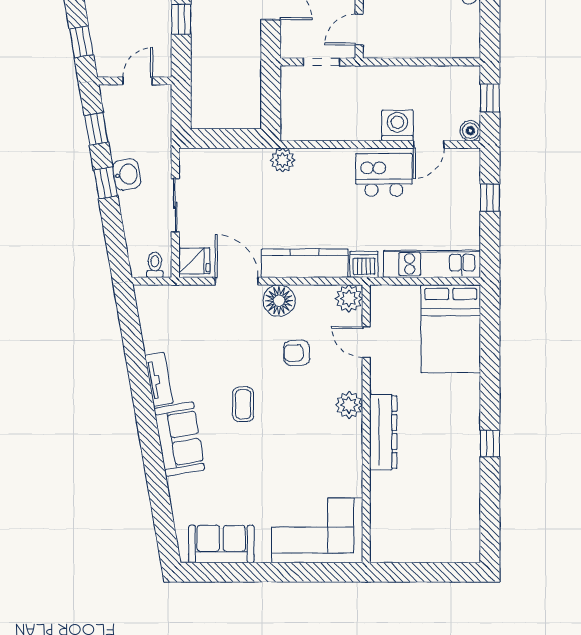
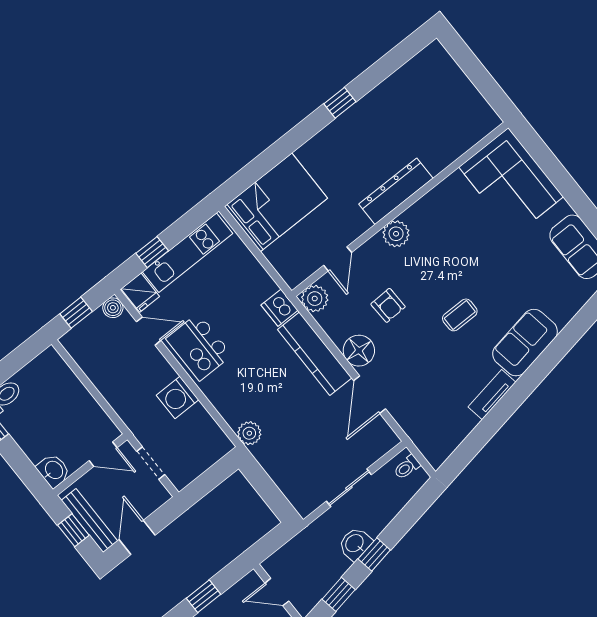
washing machine: (397, 125) -> (178, 397), moved
fridge: (194, 261) -> (140, 293), moved, turned 180
kitchen unit: (432, 264) -> (188, 253), moved, turned -90

